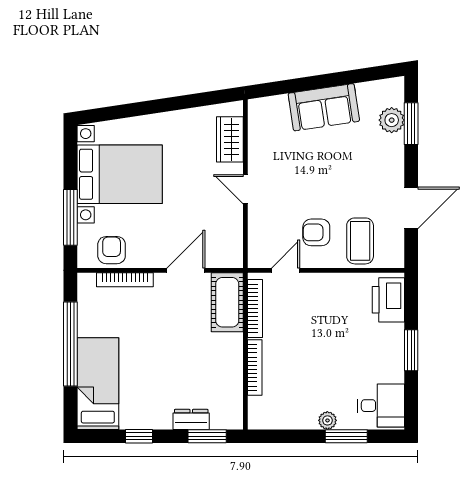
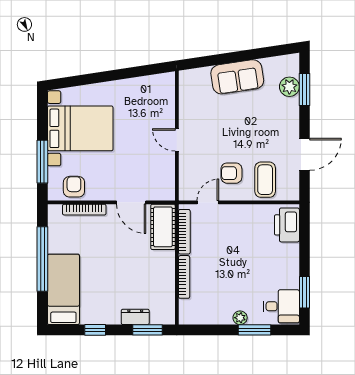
wardrobe: (230, 139) -> (165, 102), removed
door: (186, 270) -> (131, 202), swing flipped
window: (411, 350) -> (304, 292), moved

